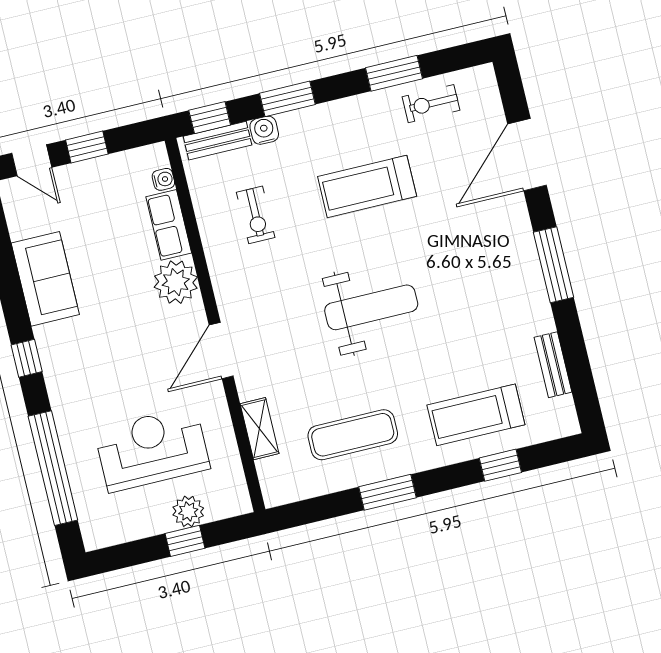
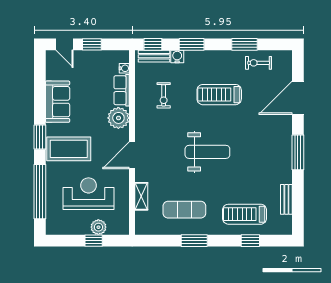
window: (27, 358) -> (40, 137), width x1.50
coffee table: (91, 368) -> (69, 149), added

